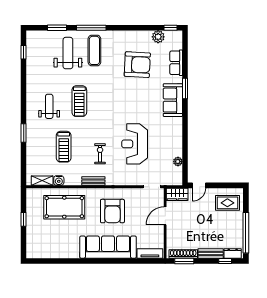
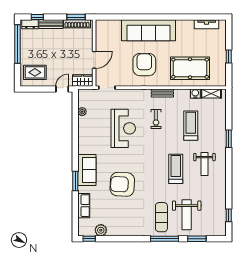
armchair: (137, 65) -> (122, 184), moved
tv unit: (150, 253) -> (207, 24), moved

